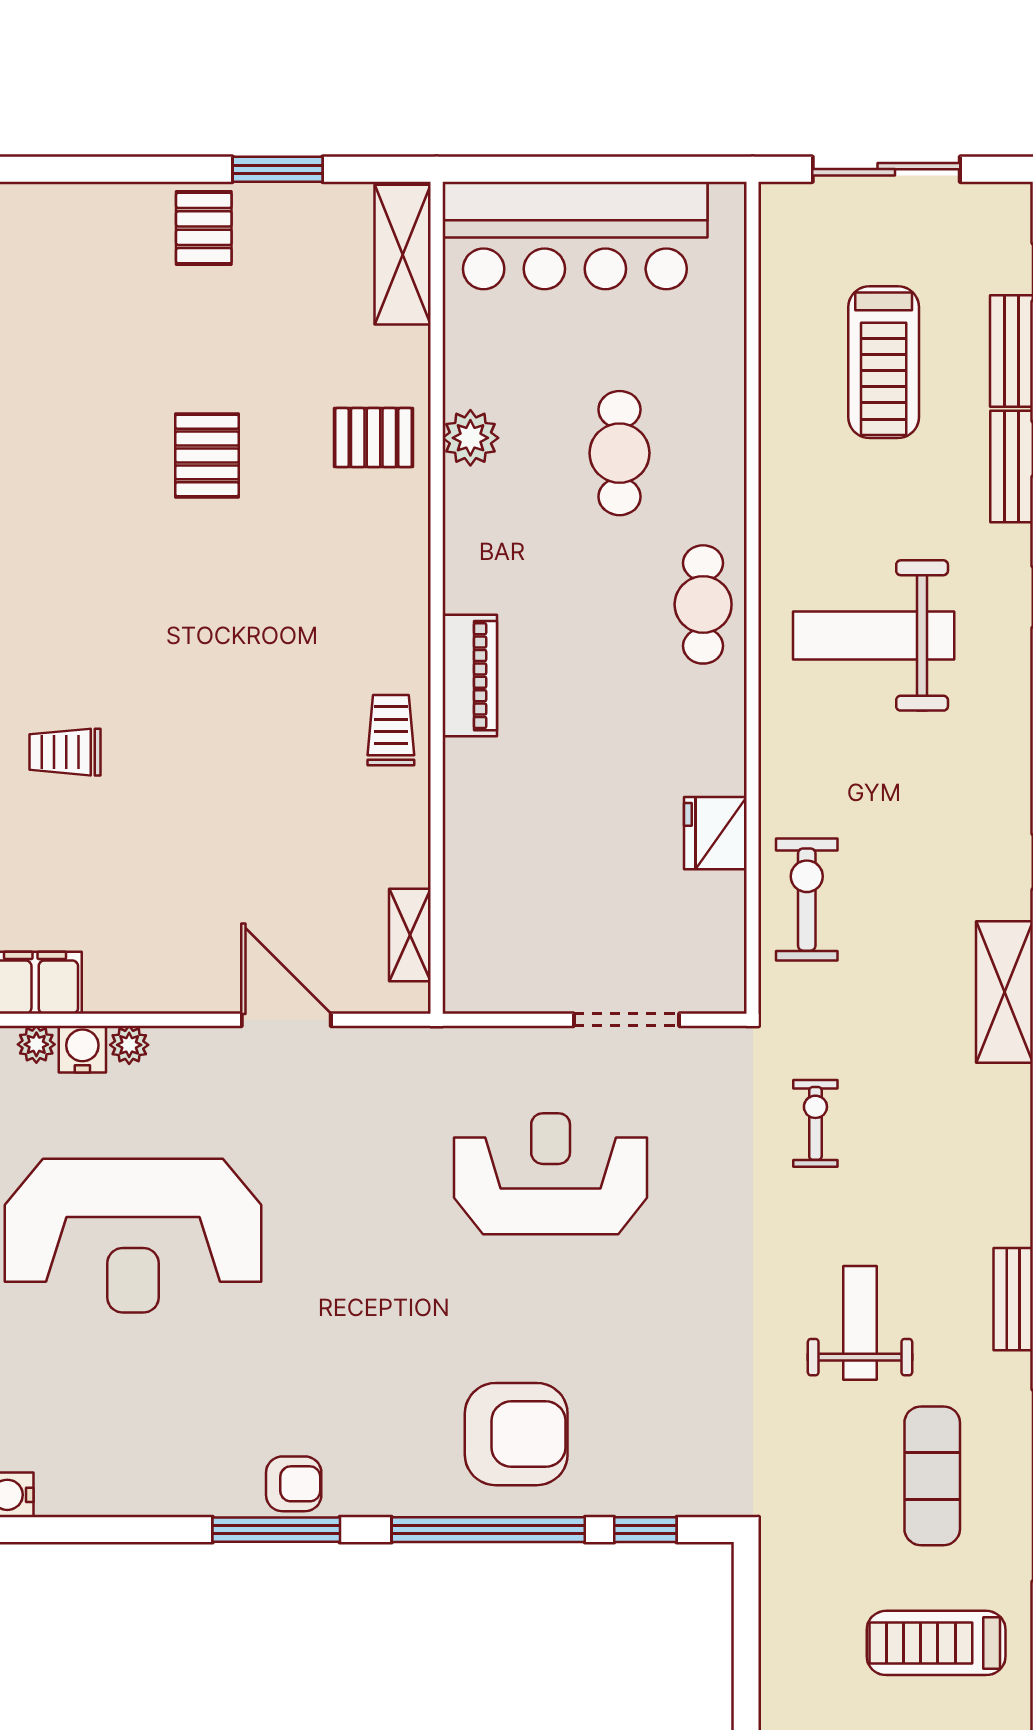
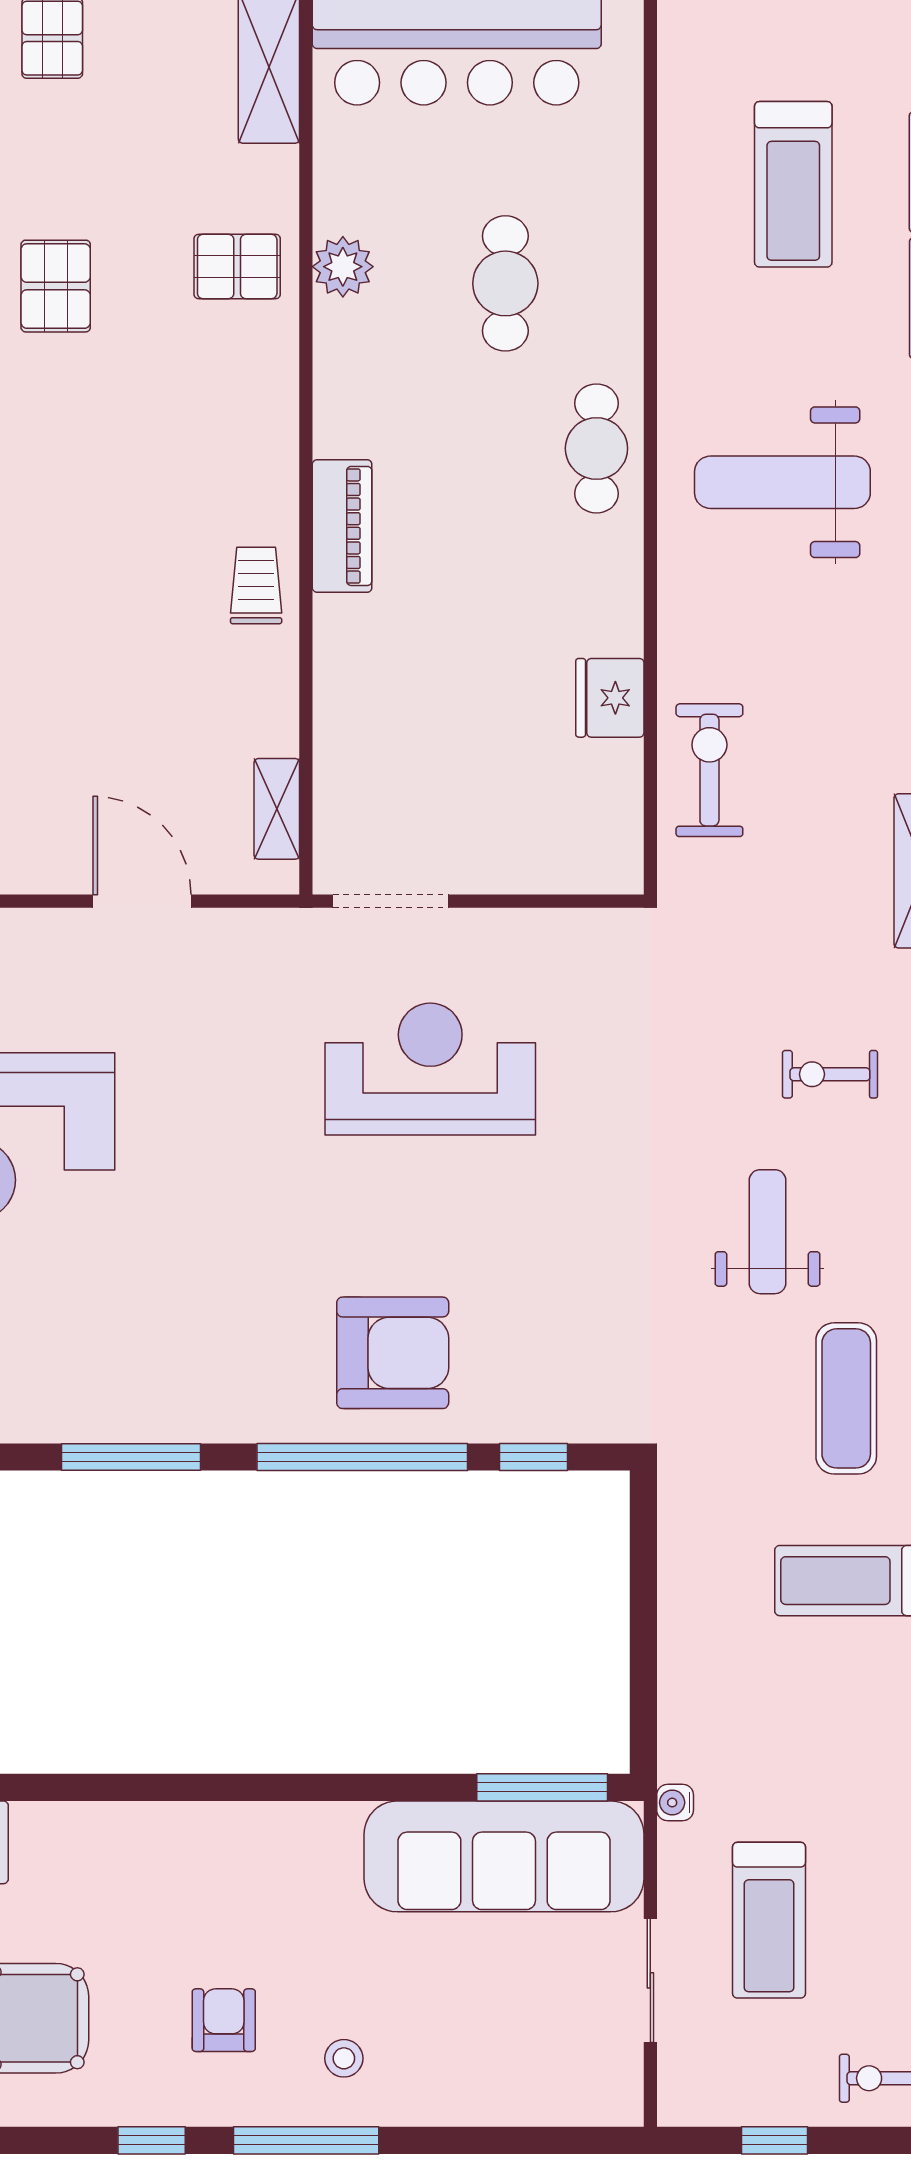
doorway: (627, 1020) -> (391, 901), moved
exercise bike: (815, 1123) -> (830, 1074), moved, turned -90
armchair: (294, 1484) -> (150, 1407), removed

